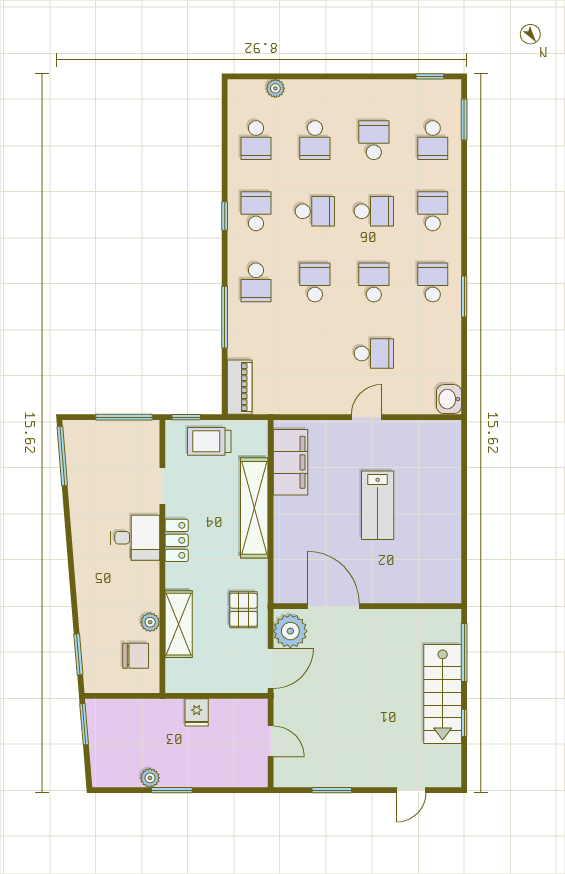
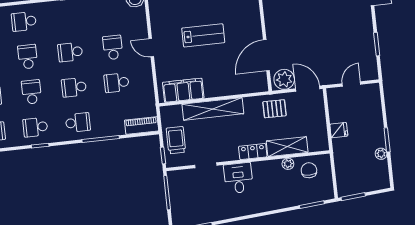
school desk: (433, 282) -> (117, 83), moved
trolley: (209, 441) -> (176, 140), turned 180
locker: (177, 540) -> (253, 152), moved

